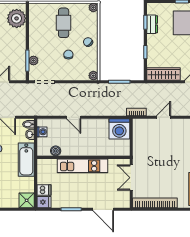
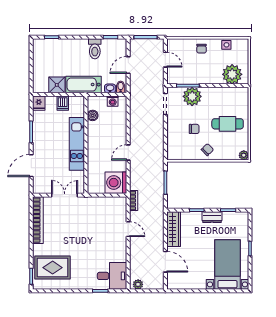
dresser: (152, 24) -> (212, 217), moved
plant: (33, 61) -> (192, 96), width x1.87, depth x1.87
plant: (93, 76) -> (172, 155), removed
door: (74, 117) -> (128, 152), moved
dishwasher: (44, 190) -> (63, 103), moved
shower: (27, 200) -> (57, 85), moved

